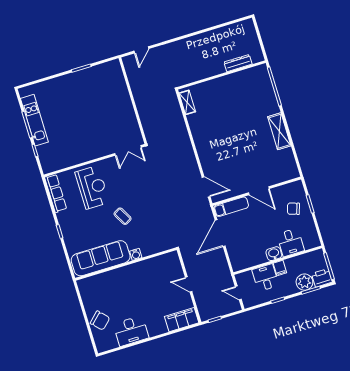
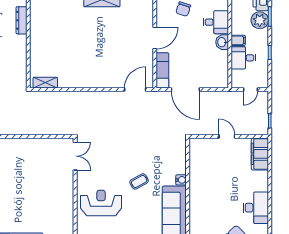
door: (189, 284) -> (227, 136), swing flipped

